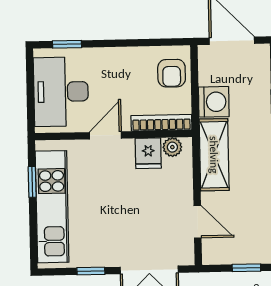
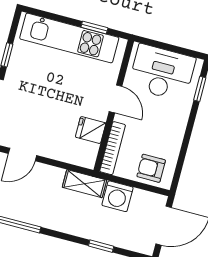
plant: (172, 147) -> (90, 151), removed
shelving: (214, 155) -> (84, 184), width x0.67, depth x0.75

